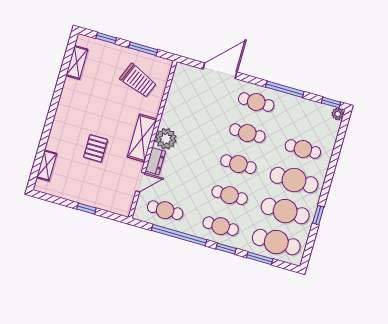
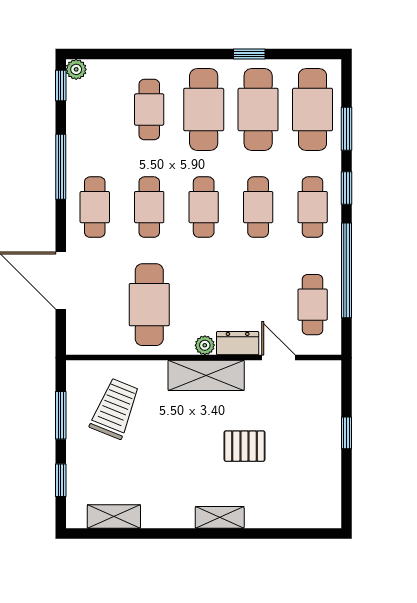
cafe table: (192, 117) -> (149, 305), added
plant: (166, 139) -> (205, 345), width x0.53, depth x0.53
shelving: (47, 165) -> (220, 517), moved

